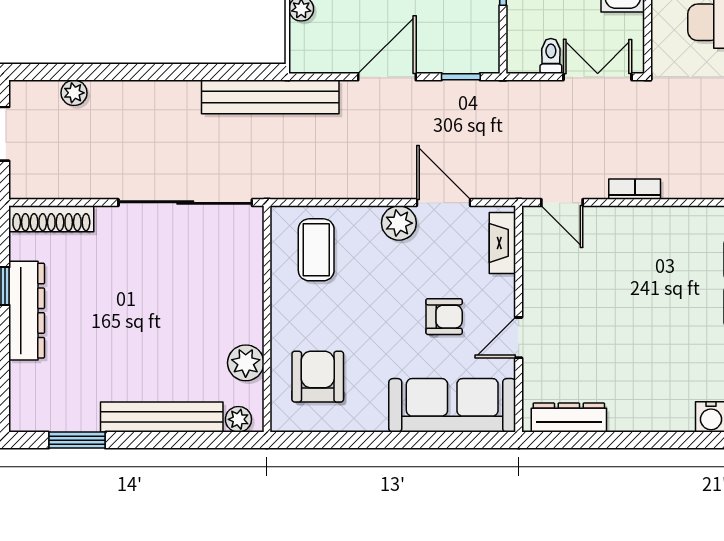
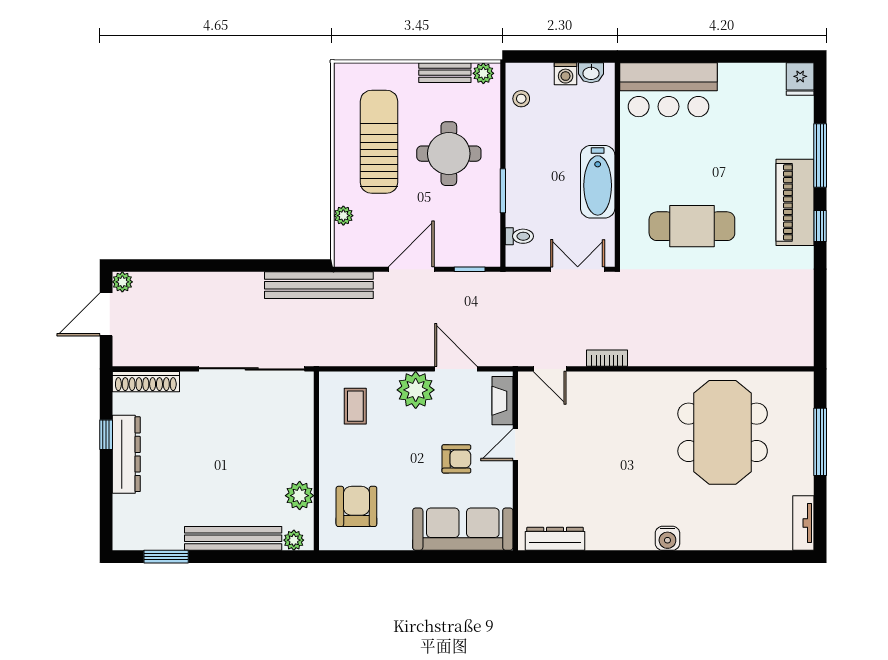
toilet: (551, 56) -> (519, 236), moved, turned 90
plant: (74, 93) -> (122, 282), moved
plant: (399, 223) -> (416, 390), width x1.36, depth x1.36
coffee table: (316, 250) -> (355, 406), width x0.73, depth x0.77
door: (519, 338) -> (515, 445), moved

